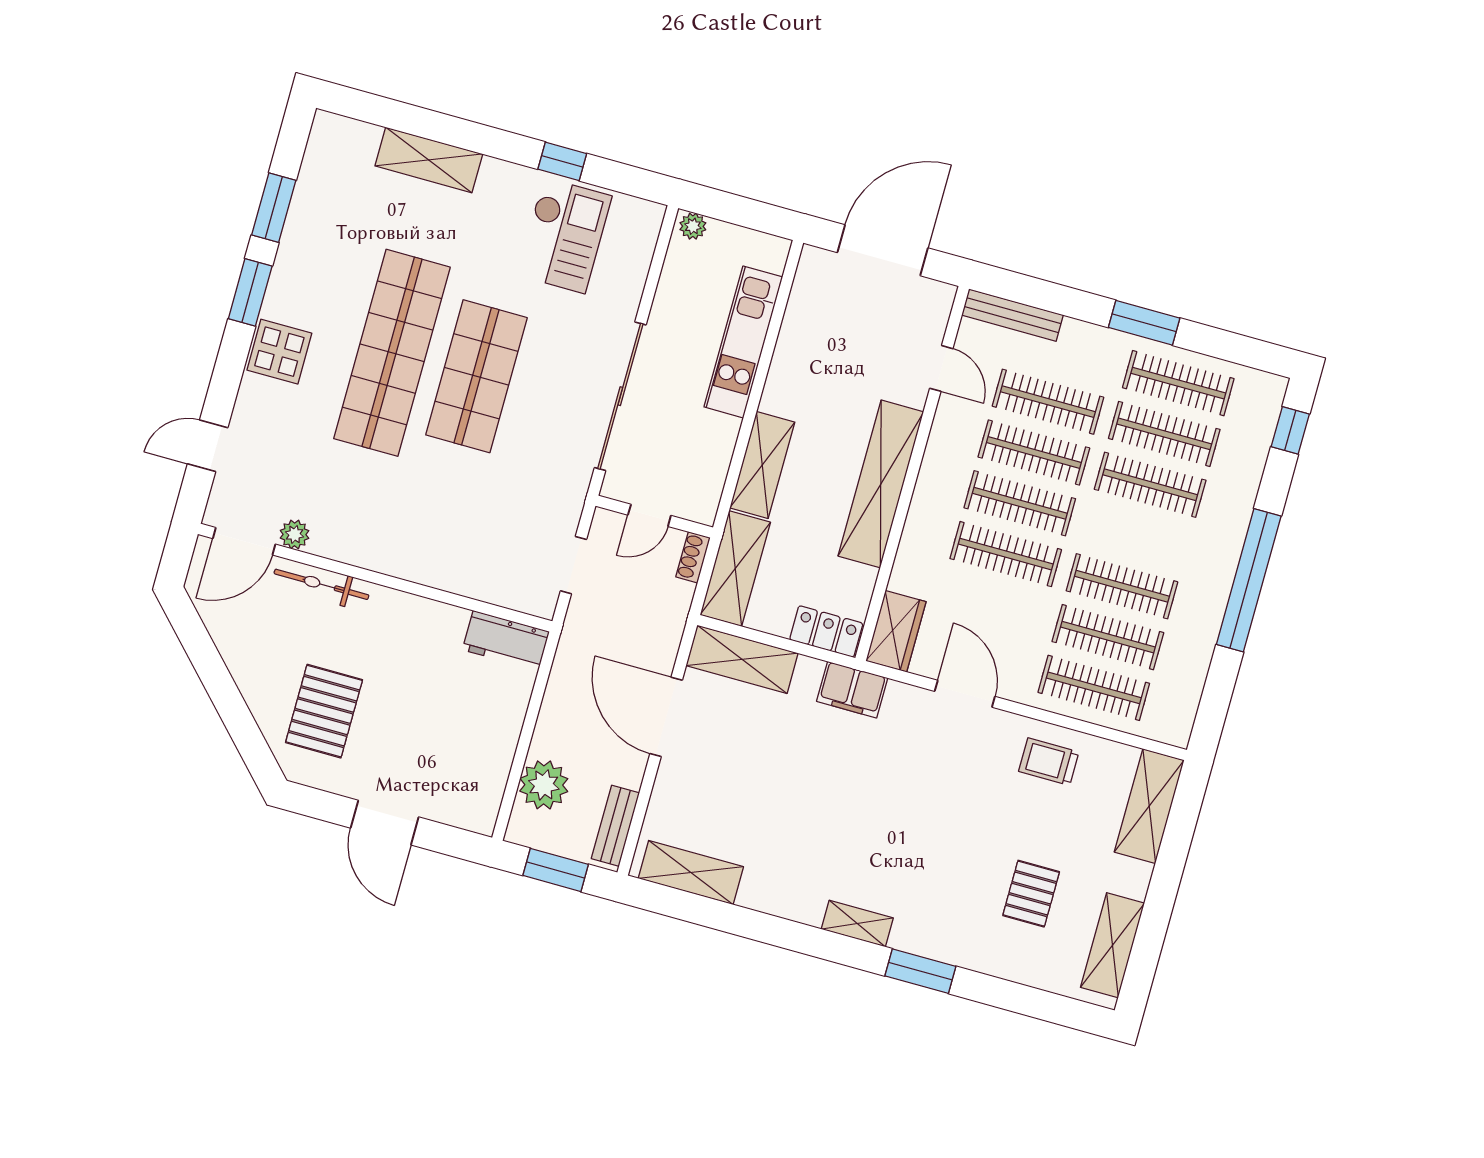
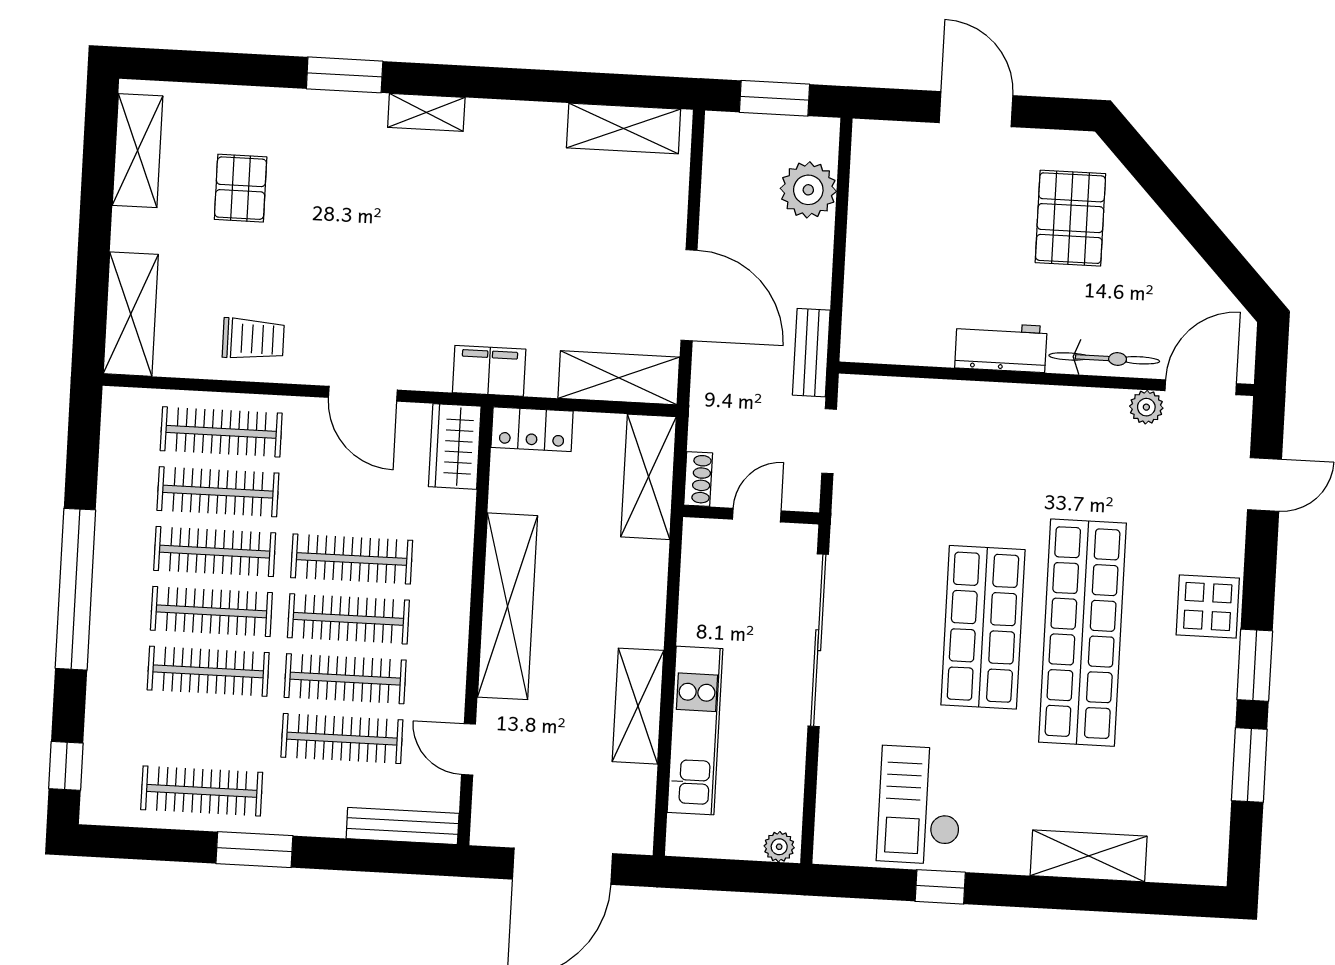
clothes rail: (1164, 434) -> (211, 611), moved
shelving: (762, 465) -> (638, 706), moved
workbench: (506, 641) -> (1001, 347), moved
bench: (615, 826) -> (811, 353), moved

